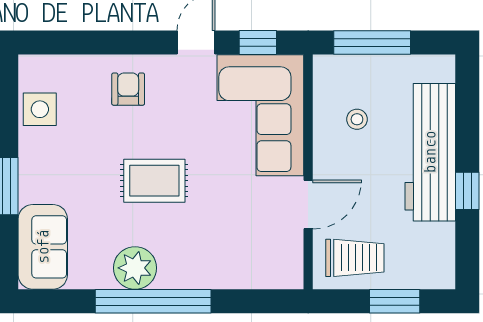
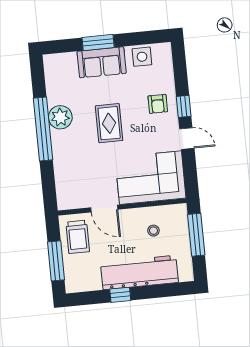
window: (258, 43) -> (184, 106), moved
armchair: (128, 89) -> (158, 104), turned 90
sofa: (43, 247) -> (102, 62), moved
window: (395, 301) -> (56, 261), width x1.44

